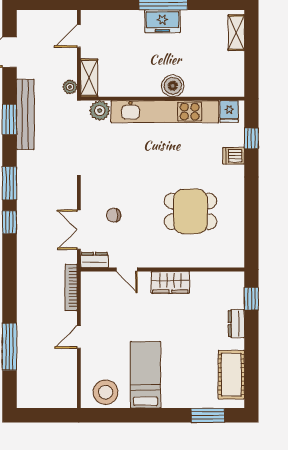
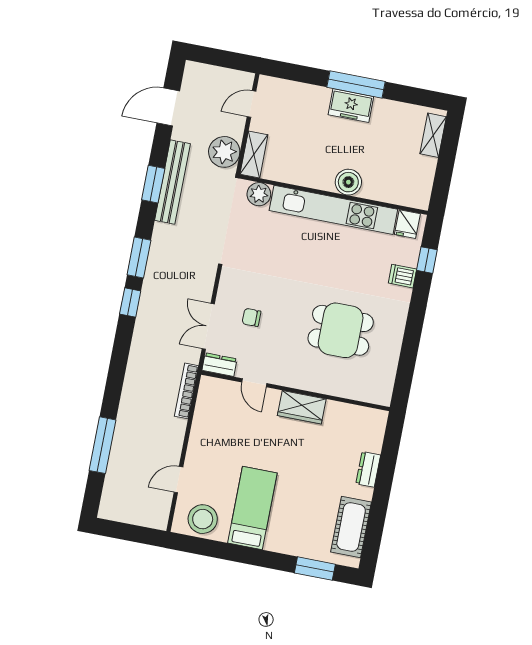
plant: (70, 87) -> (224, 152), width x1.87, depth x1.87
window: (251, 299) -> (391, 444), removed
door: (79, 337) -> (178, 480), moved

